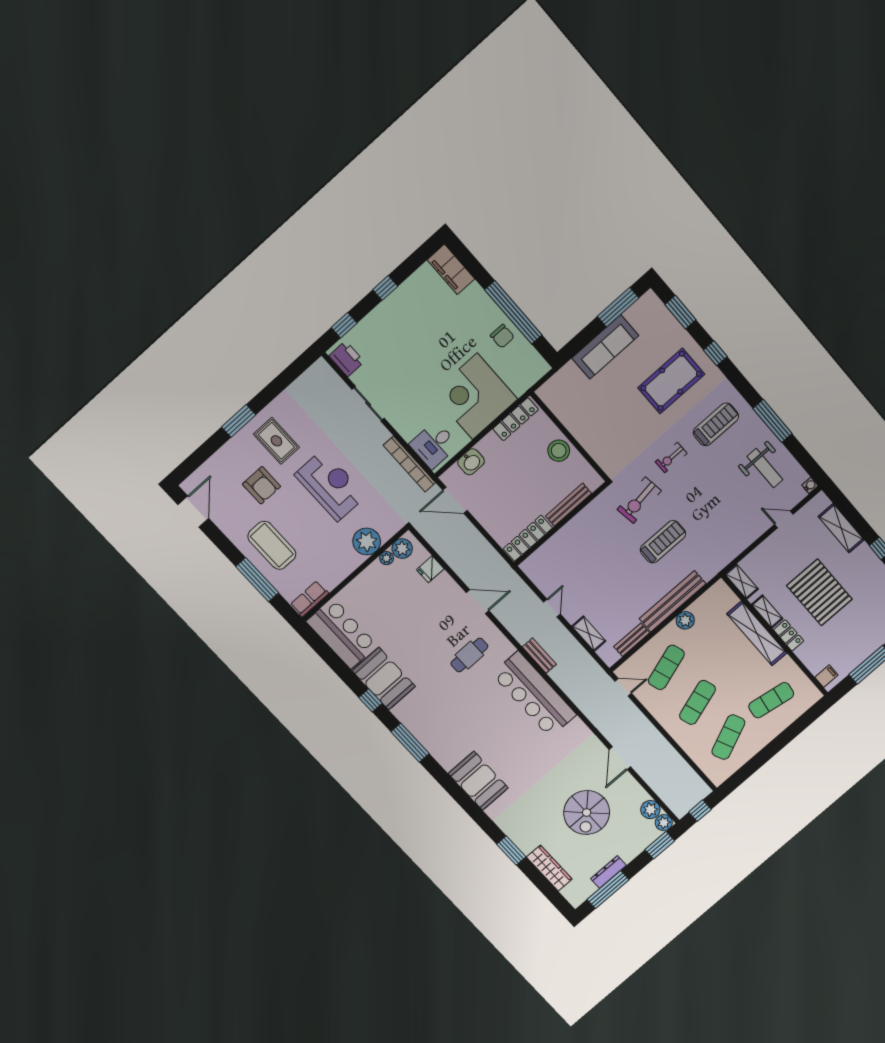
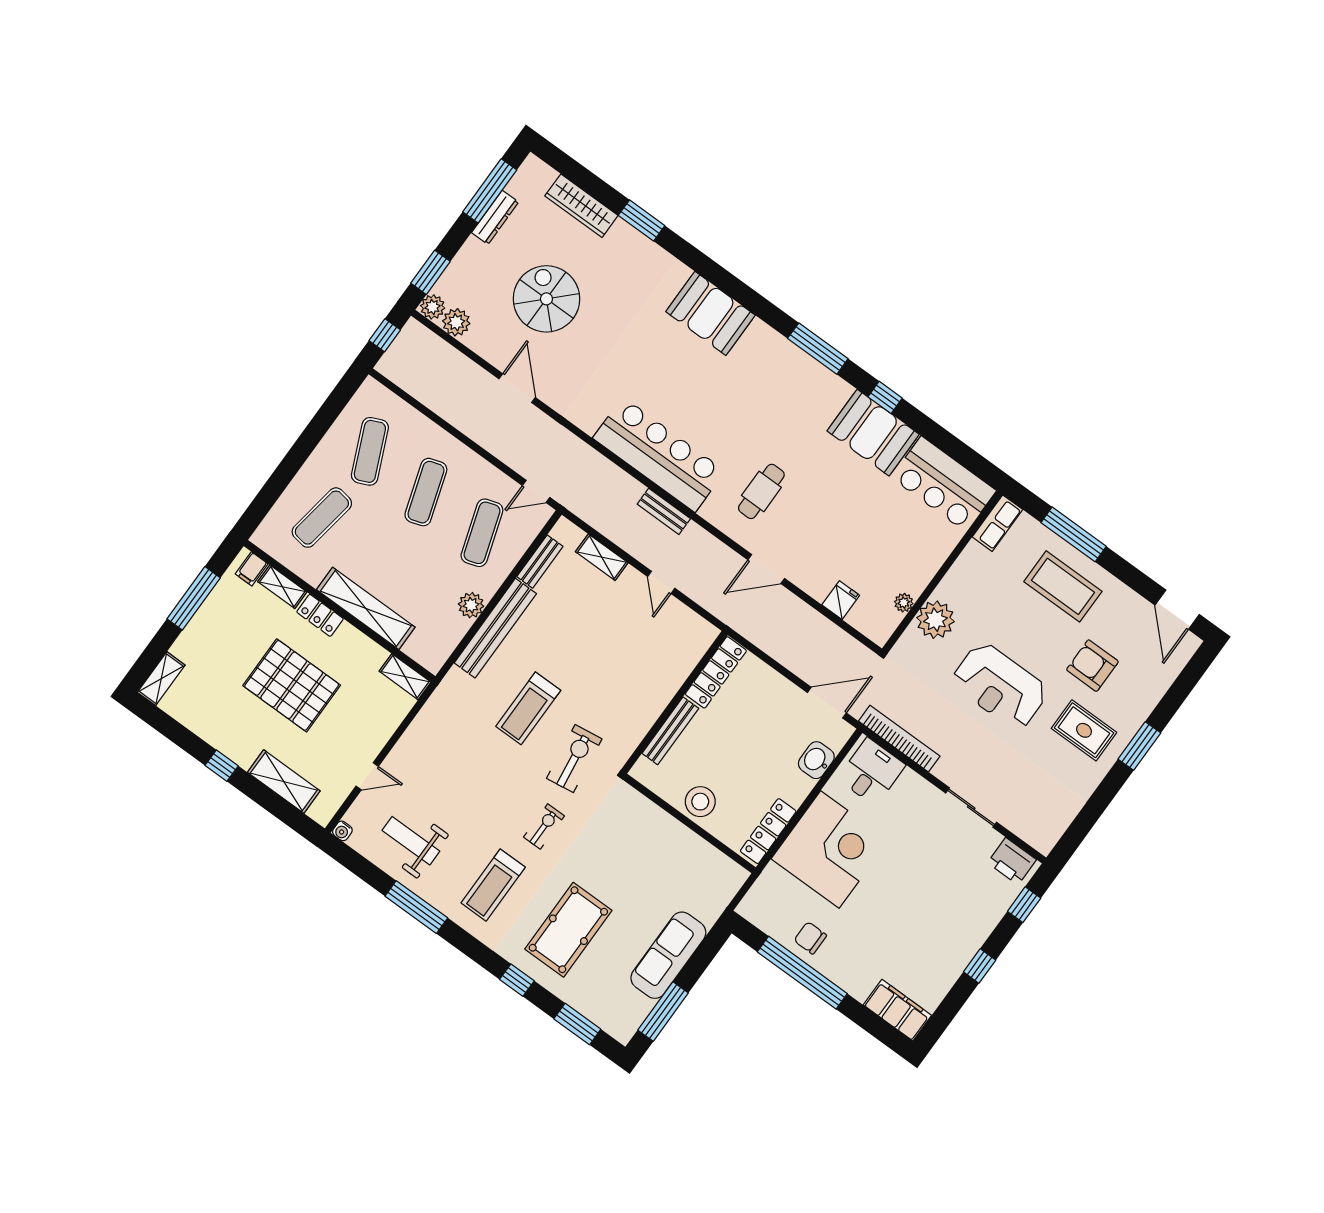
plant: (402, 549) -> (885, 621), removed
shelving: (767, 612) -> (282, 587), moved

